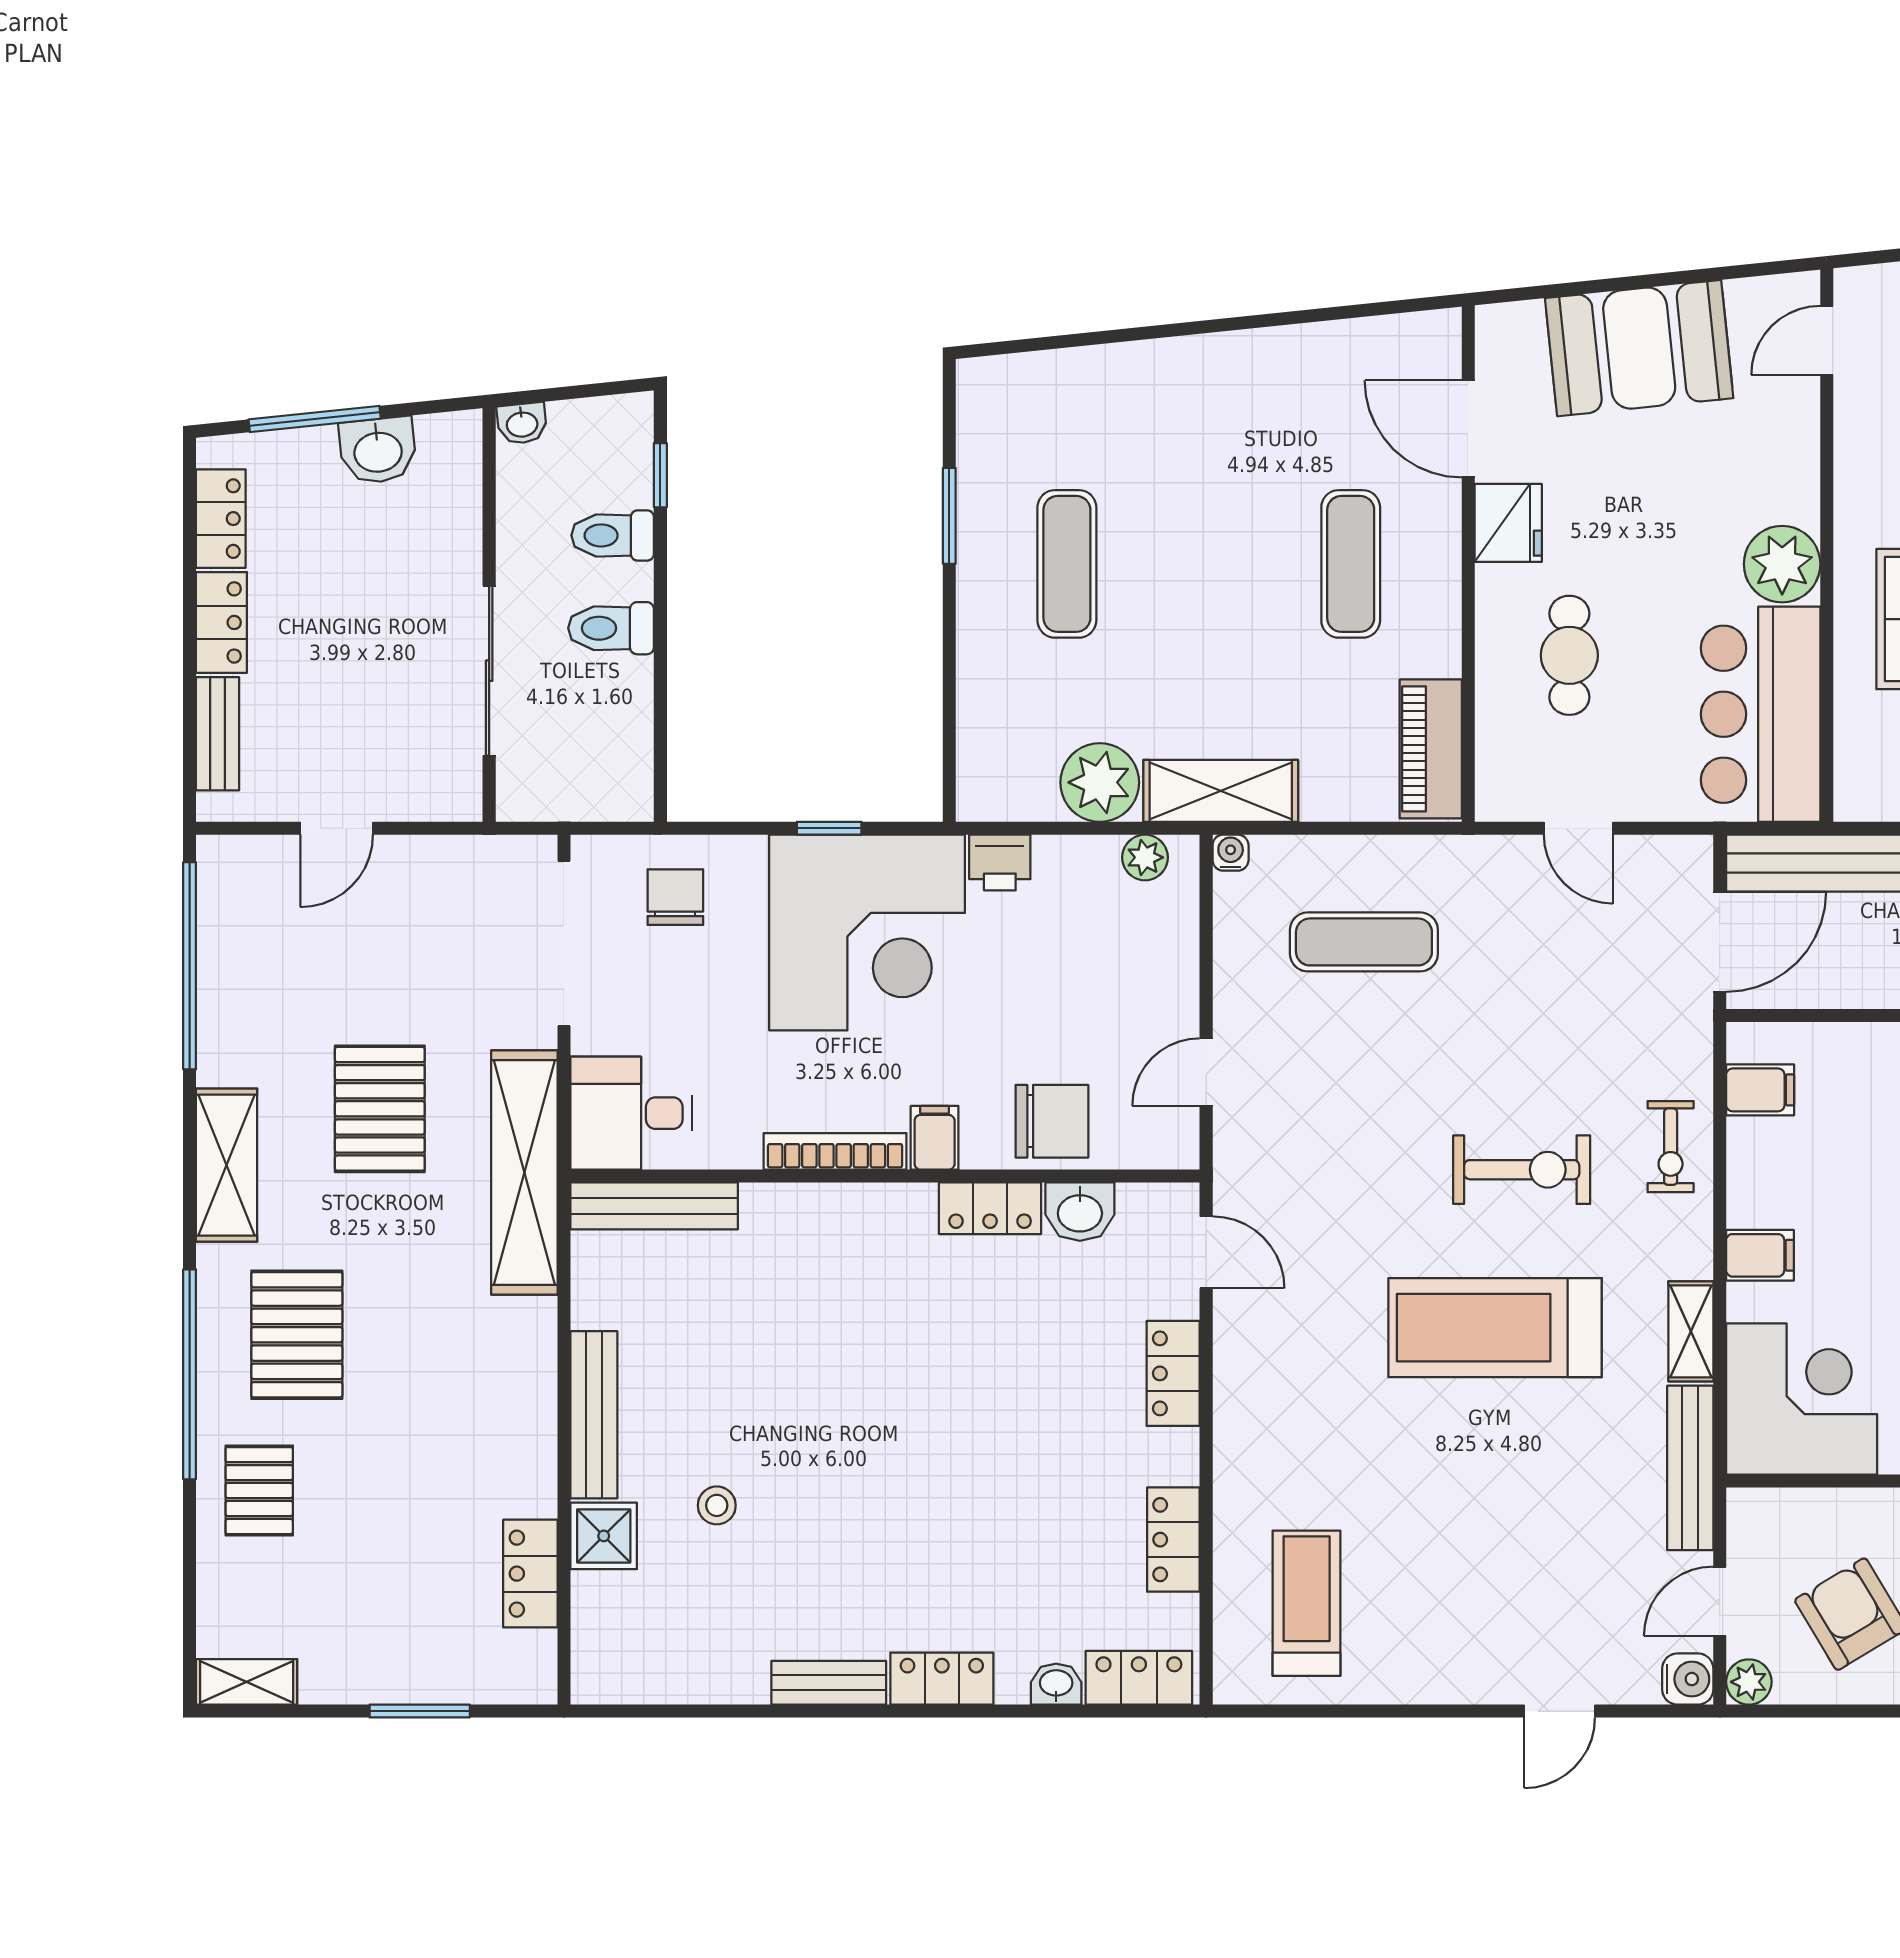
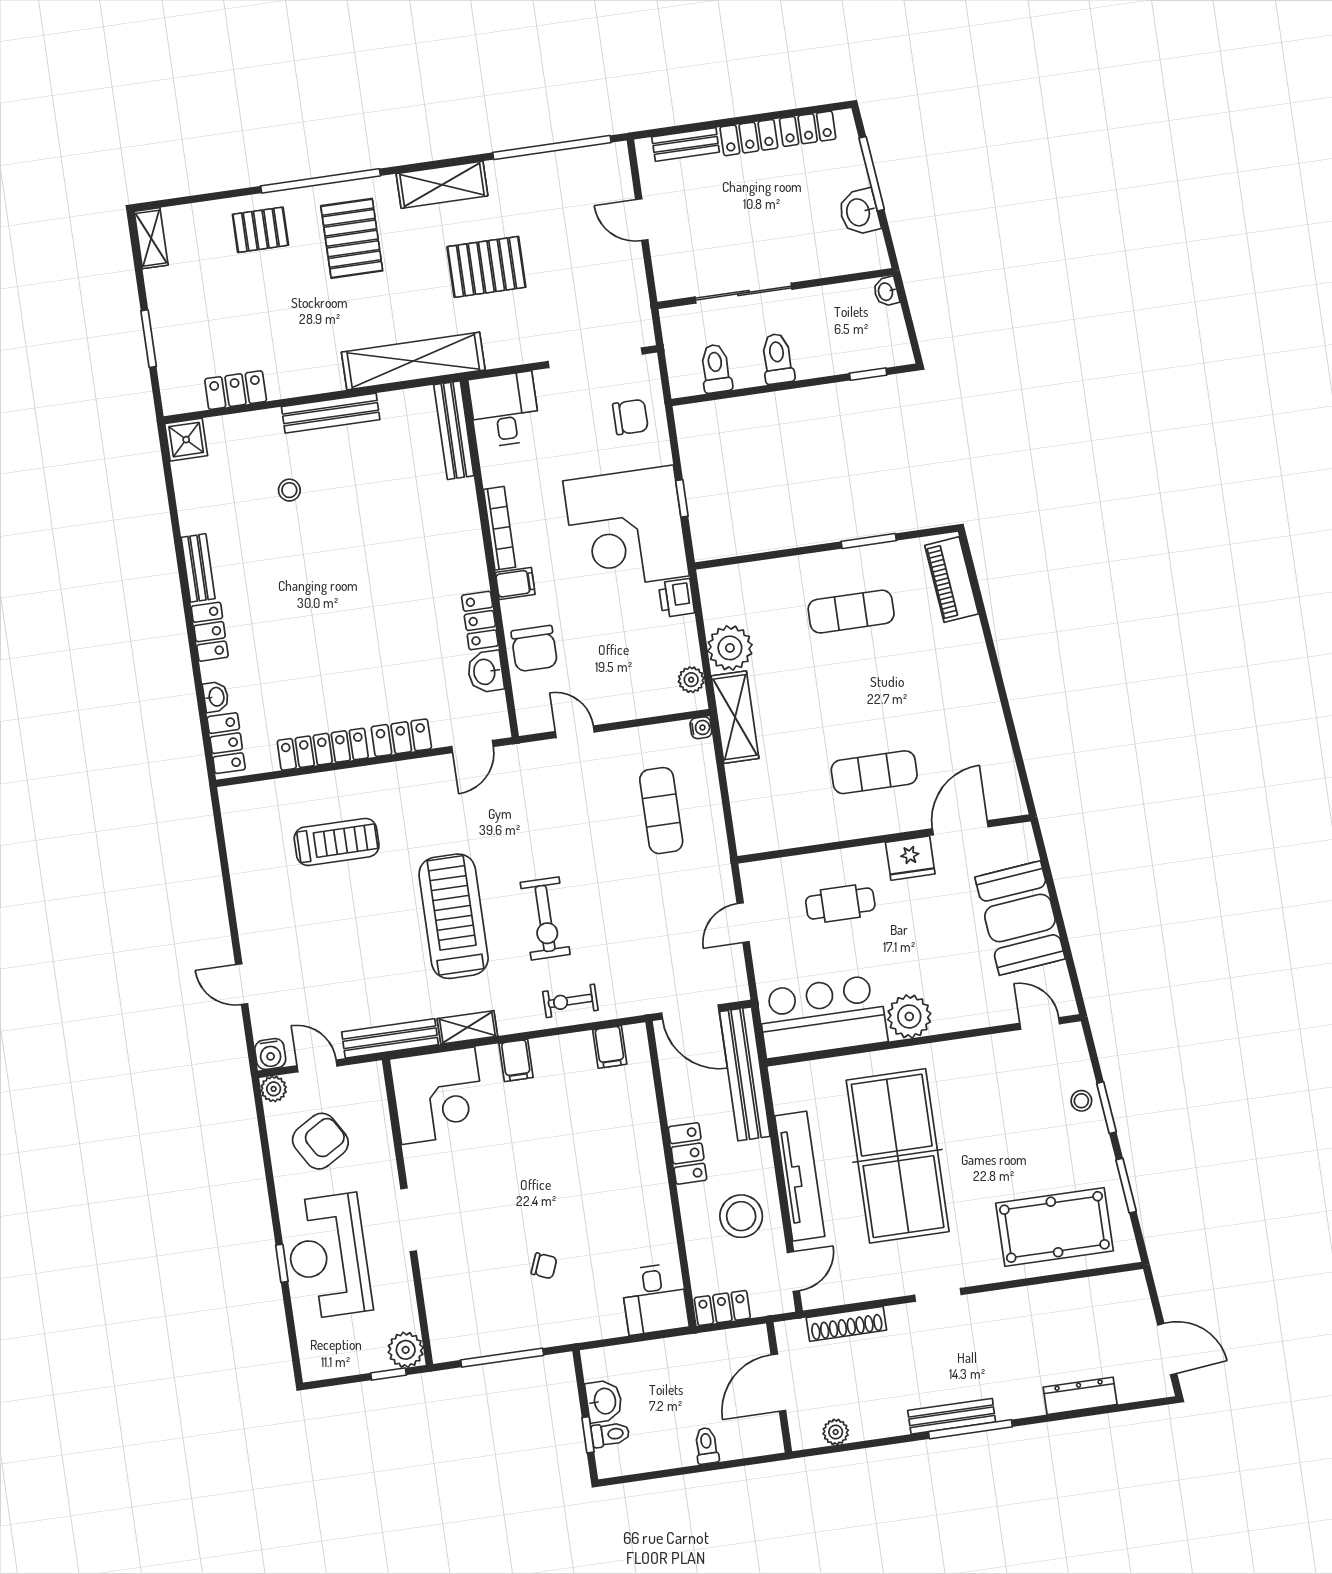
toilet: (613, 535) -> (716, 368), moved
piano: (1431, 749) -> (952, 580), moved, turned -96
shelving: (524, 1172) -> (413, 361), moved
pallet: (297, 1335) -> (352, 238), turned 90
shower: (604, 1536) -> (186, 440), moved
locker: (1173, 1540) -> (323, 749), width x1.53
treadmill: (1307, 1603) -> (337, 842), moved

